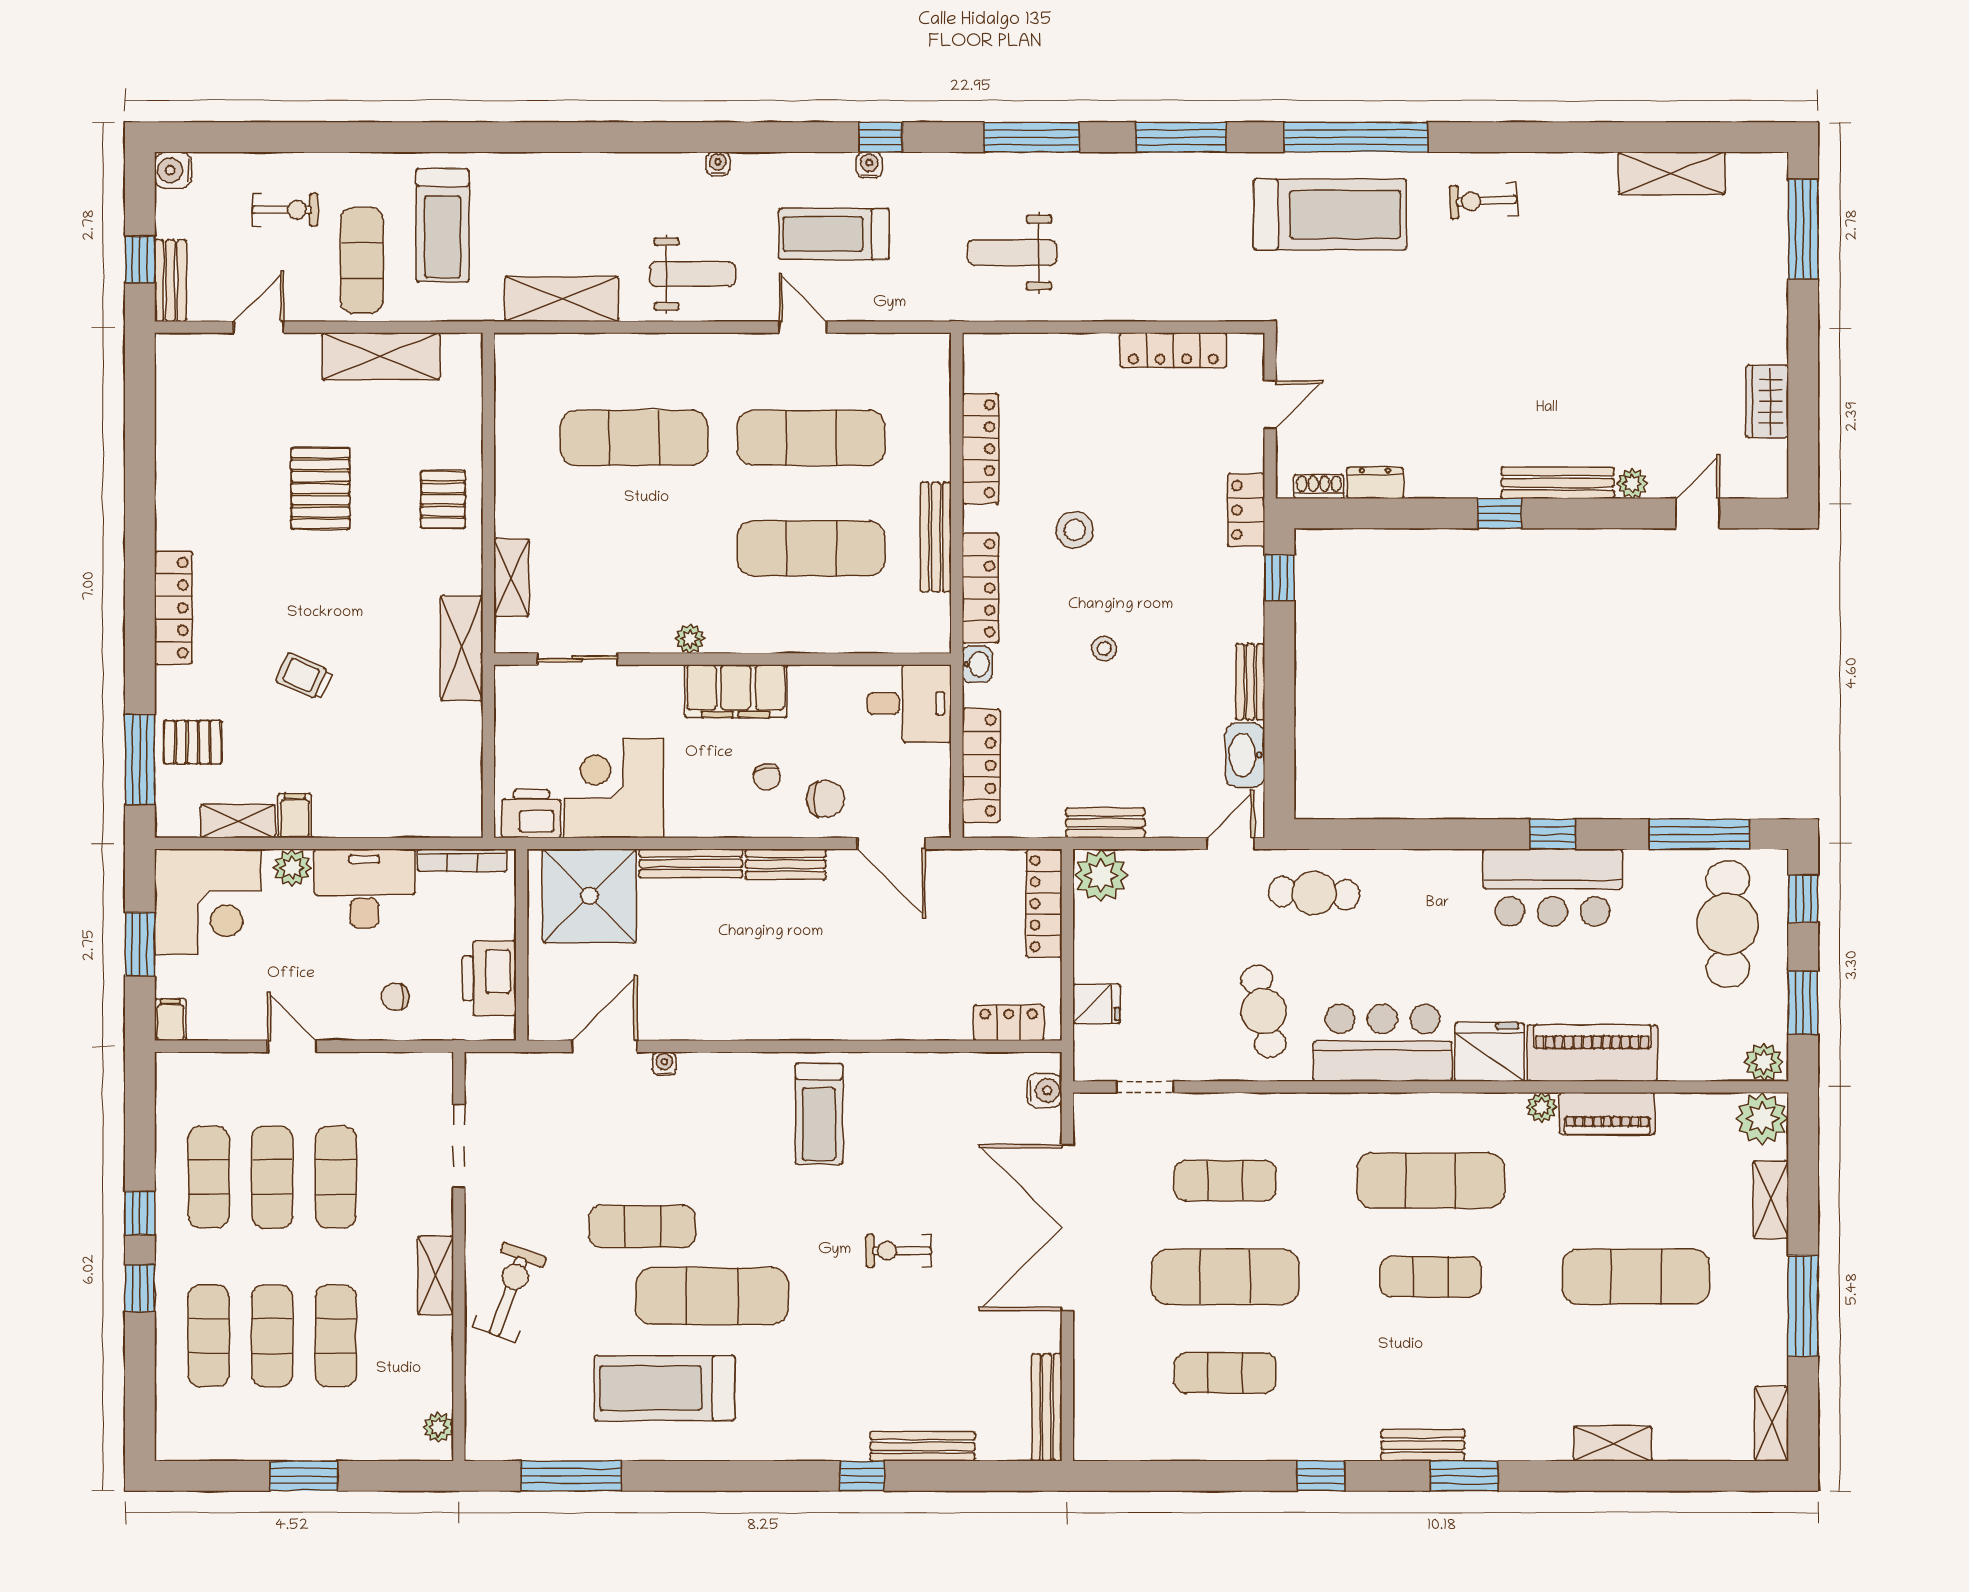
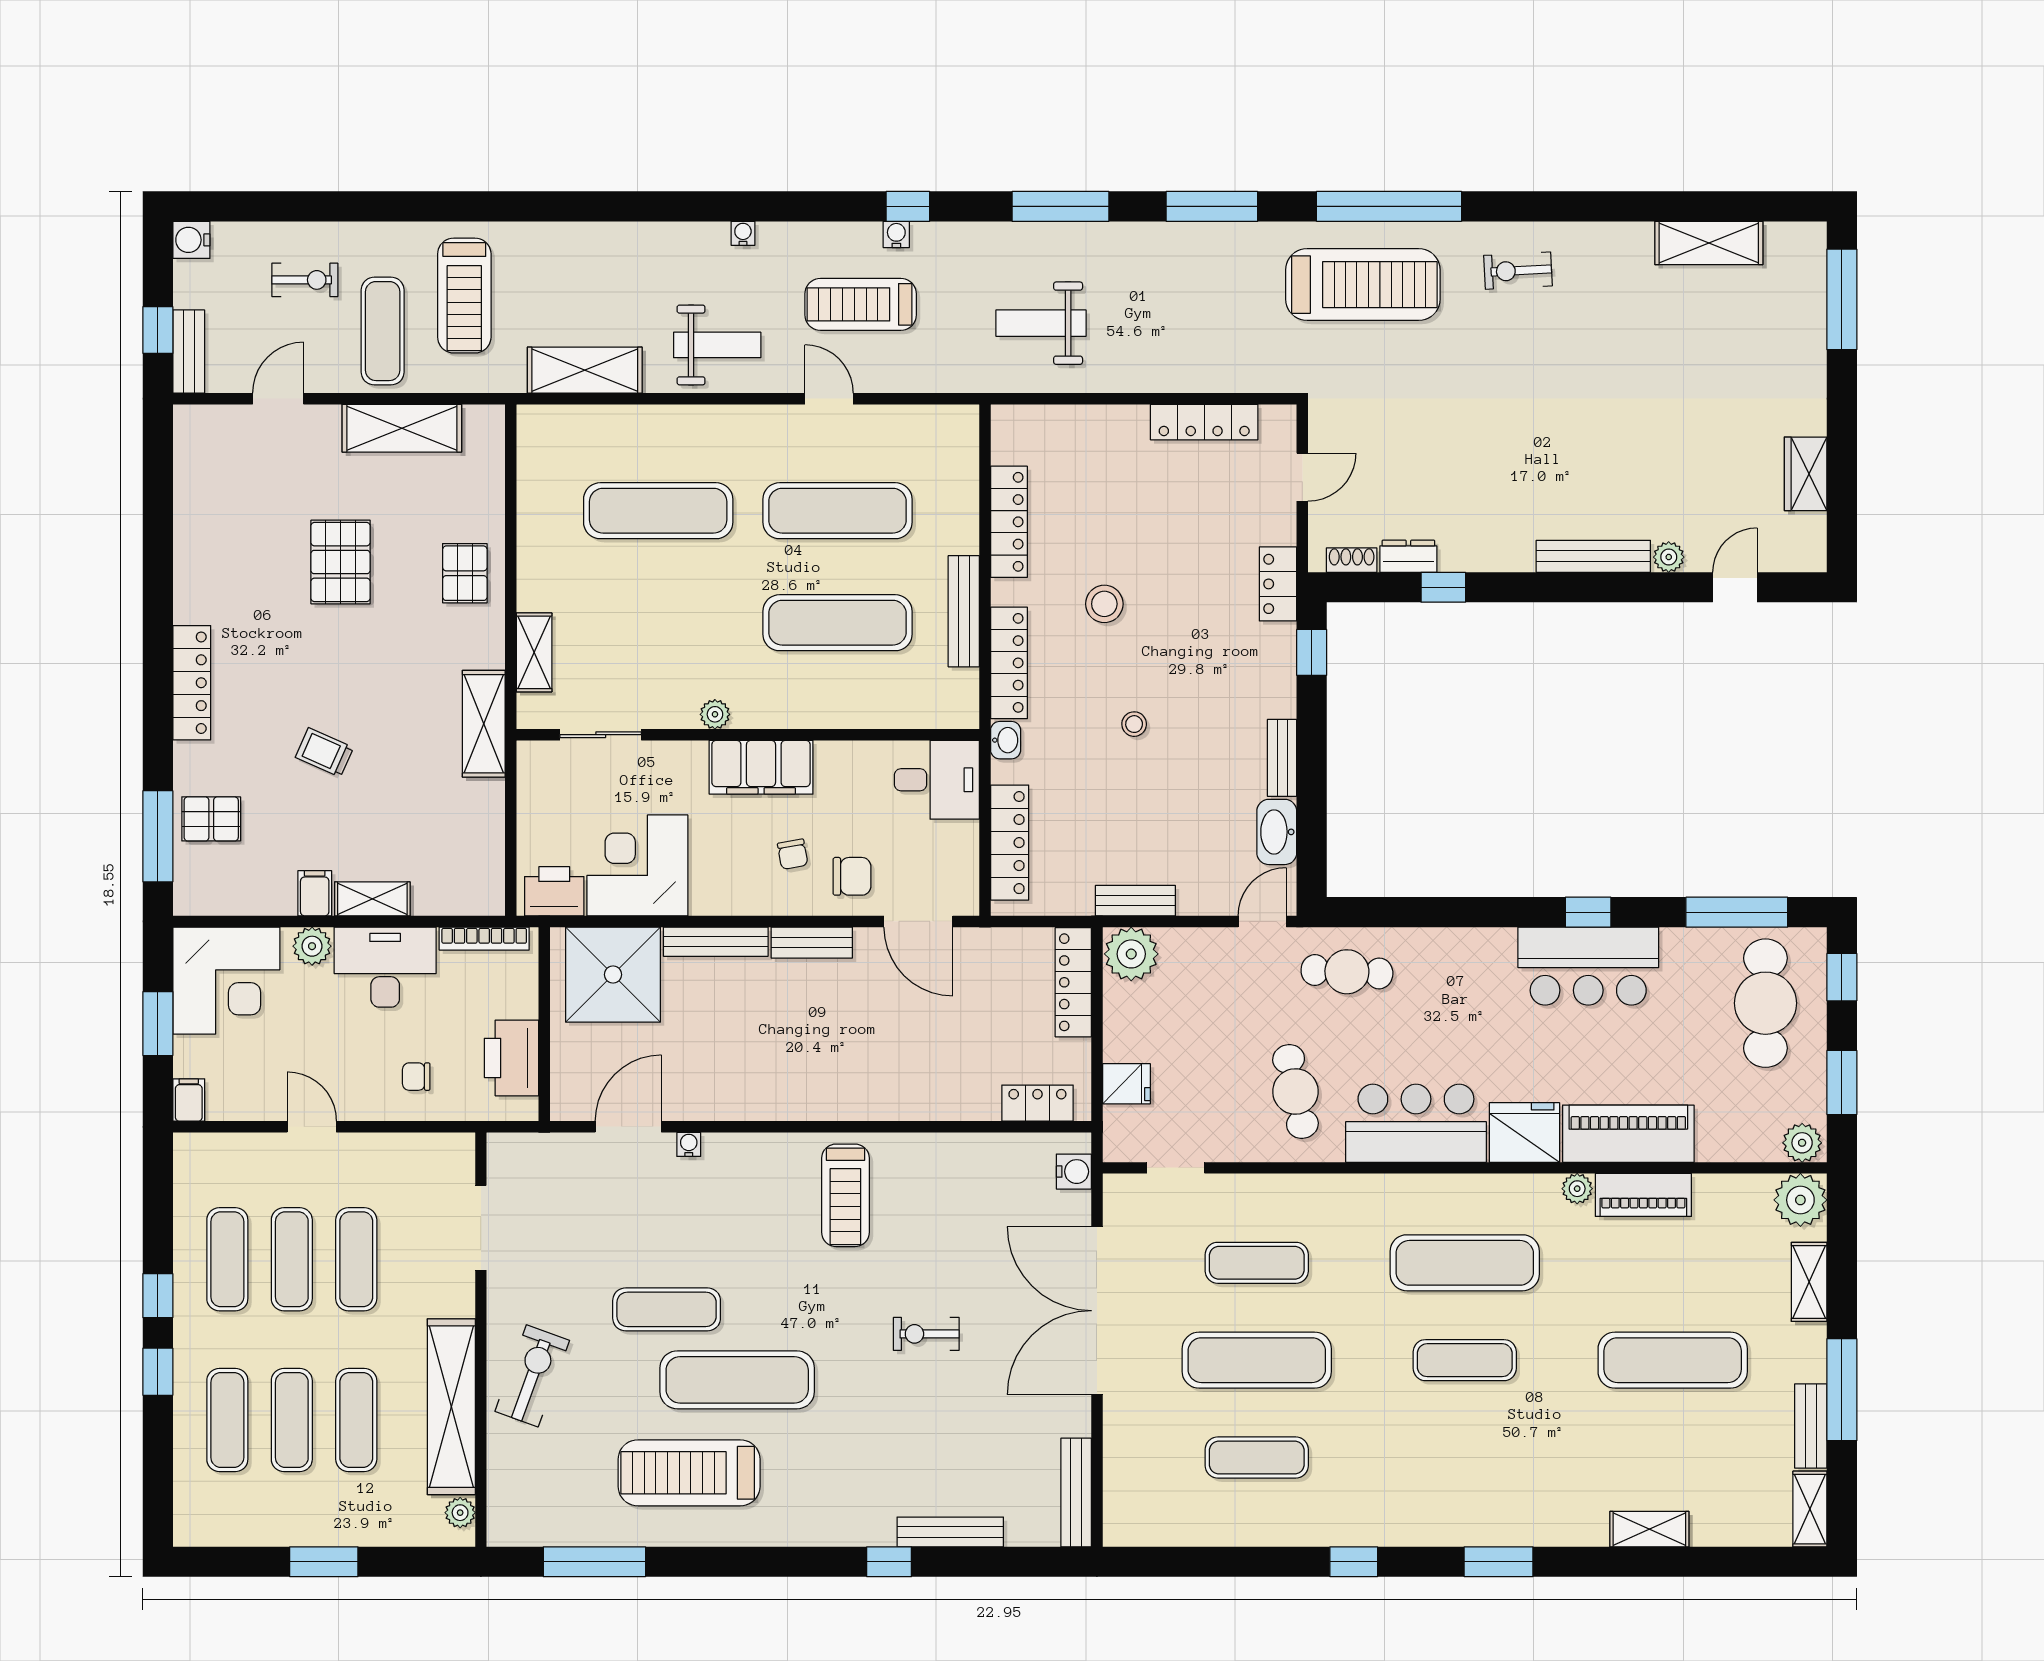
window: (1500, 513) -> (1443, 587), moved
shelving: (238, 821) -> (372, 899), moved
shelving: (436, 1275) -> (451, 1407), width x2.20, depth x1.33
bench: (1423, 1445) -> (1811, 1426), moved, turned 90

